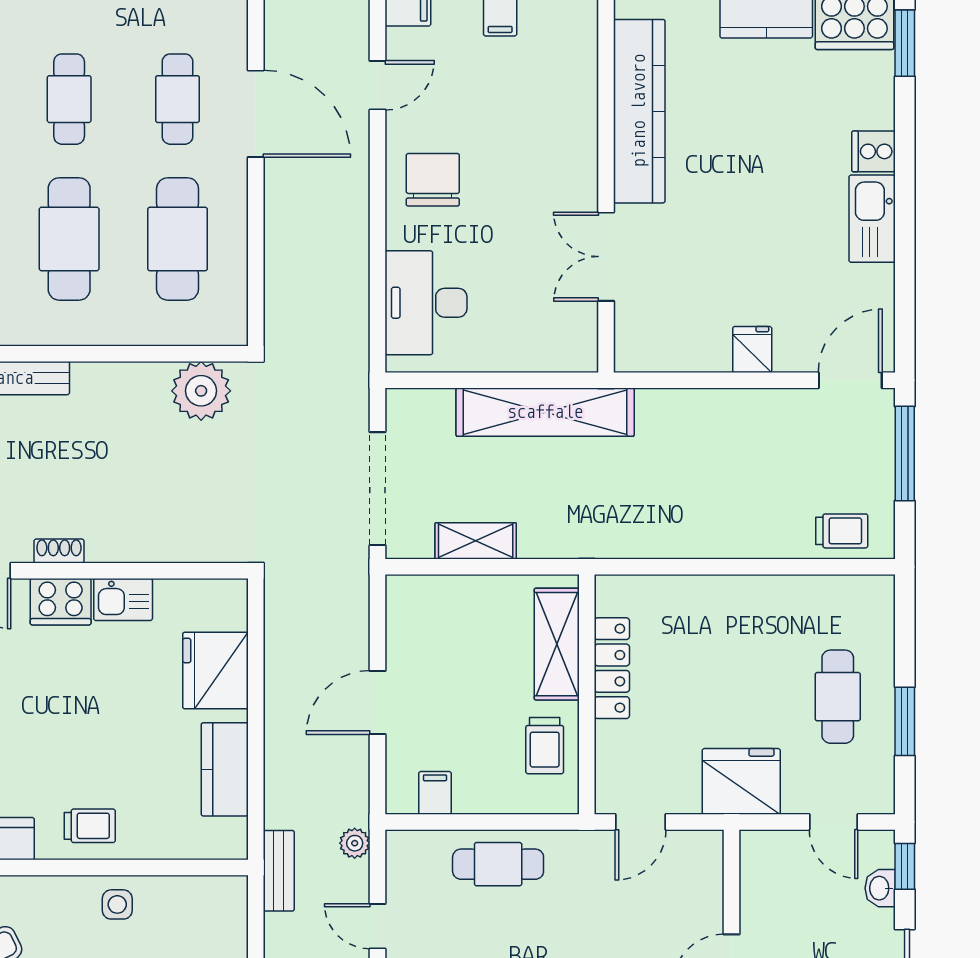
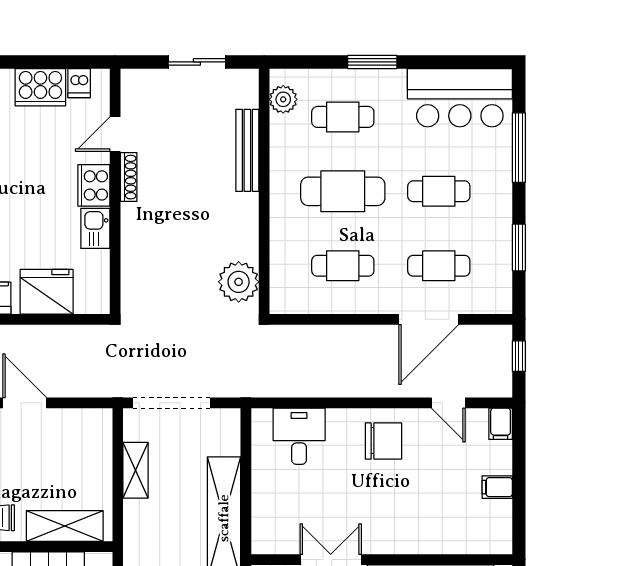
cafe table: (178, 239) -> (343, 266), width x0.73, depth x0.74
desk: (426, 303) -> (299, 436), width x0.73
shoe rack: (59, 551) -> (129, 177), width x1.43

